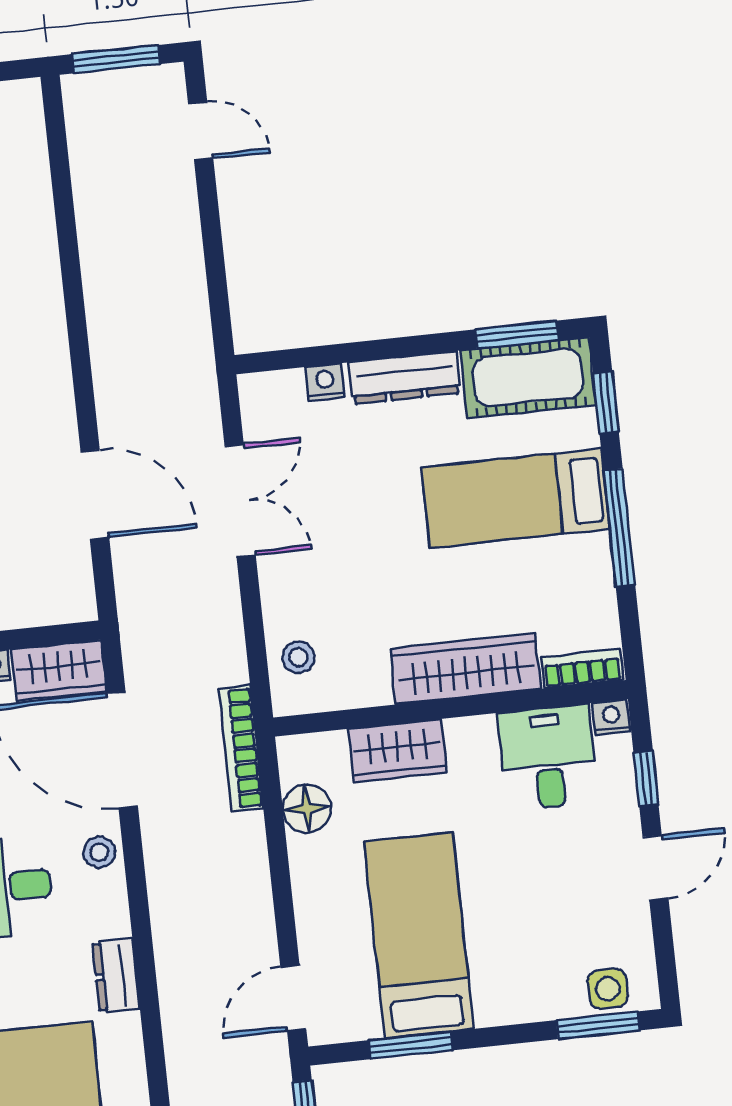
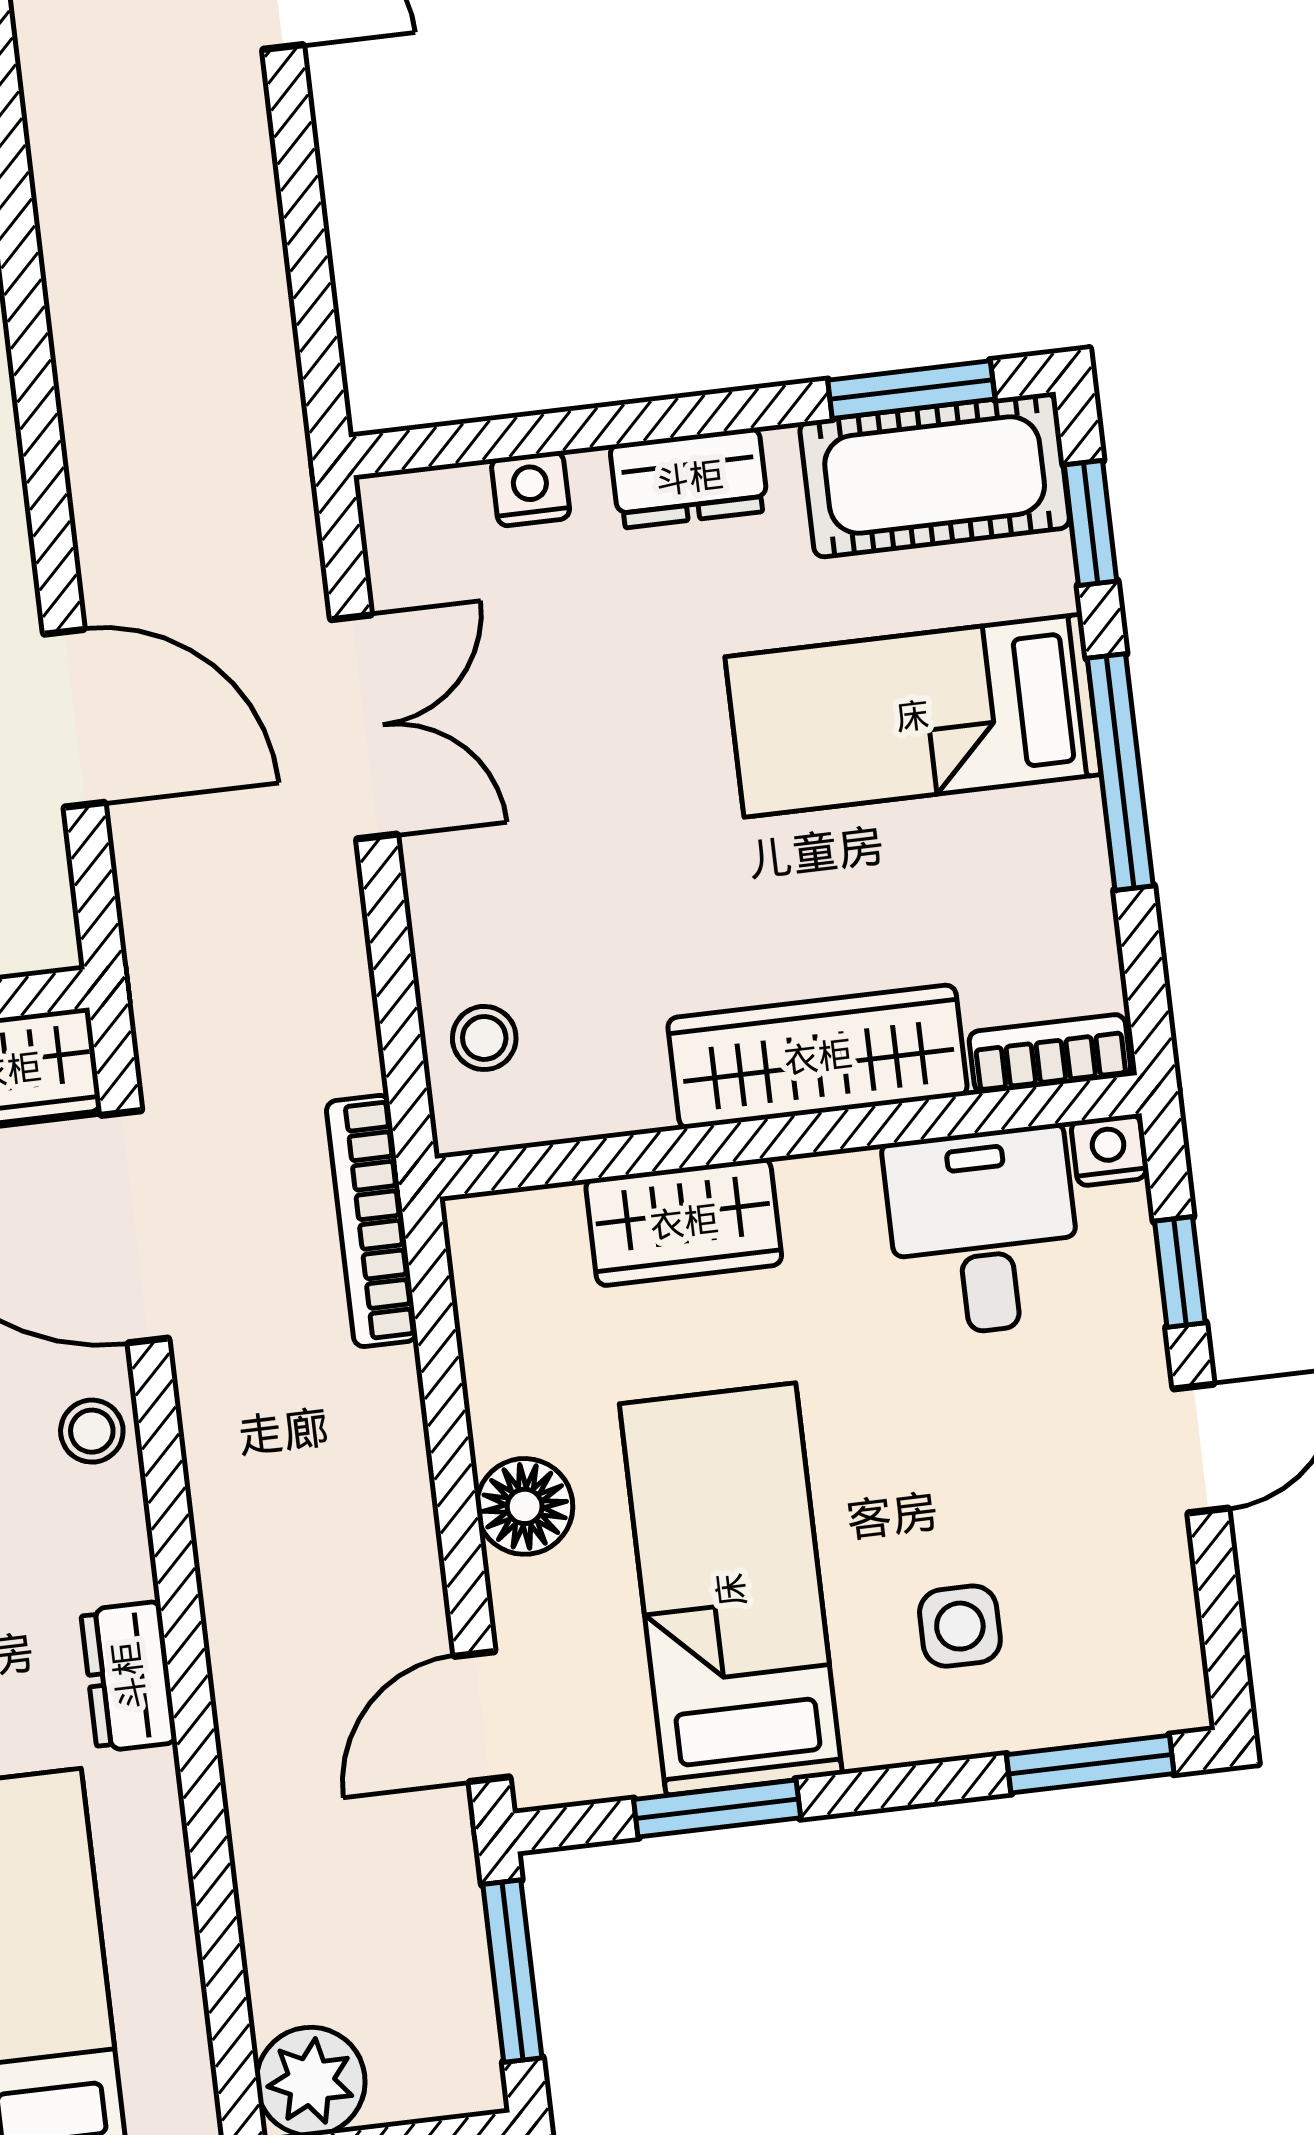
dresser: (405, 378) -> (689, 478), width x0.70
floor lamp: (307, 809) -> (525, 1506), moved
side table: (608, 989) -> (960, 1626), moved

